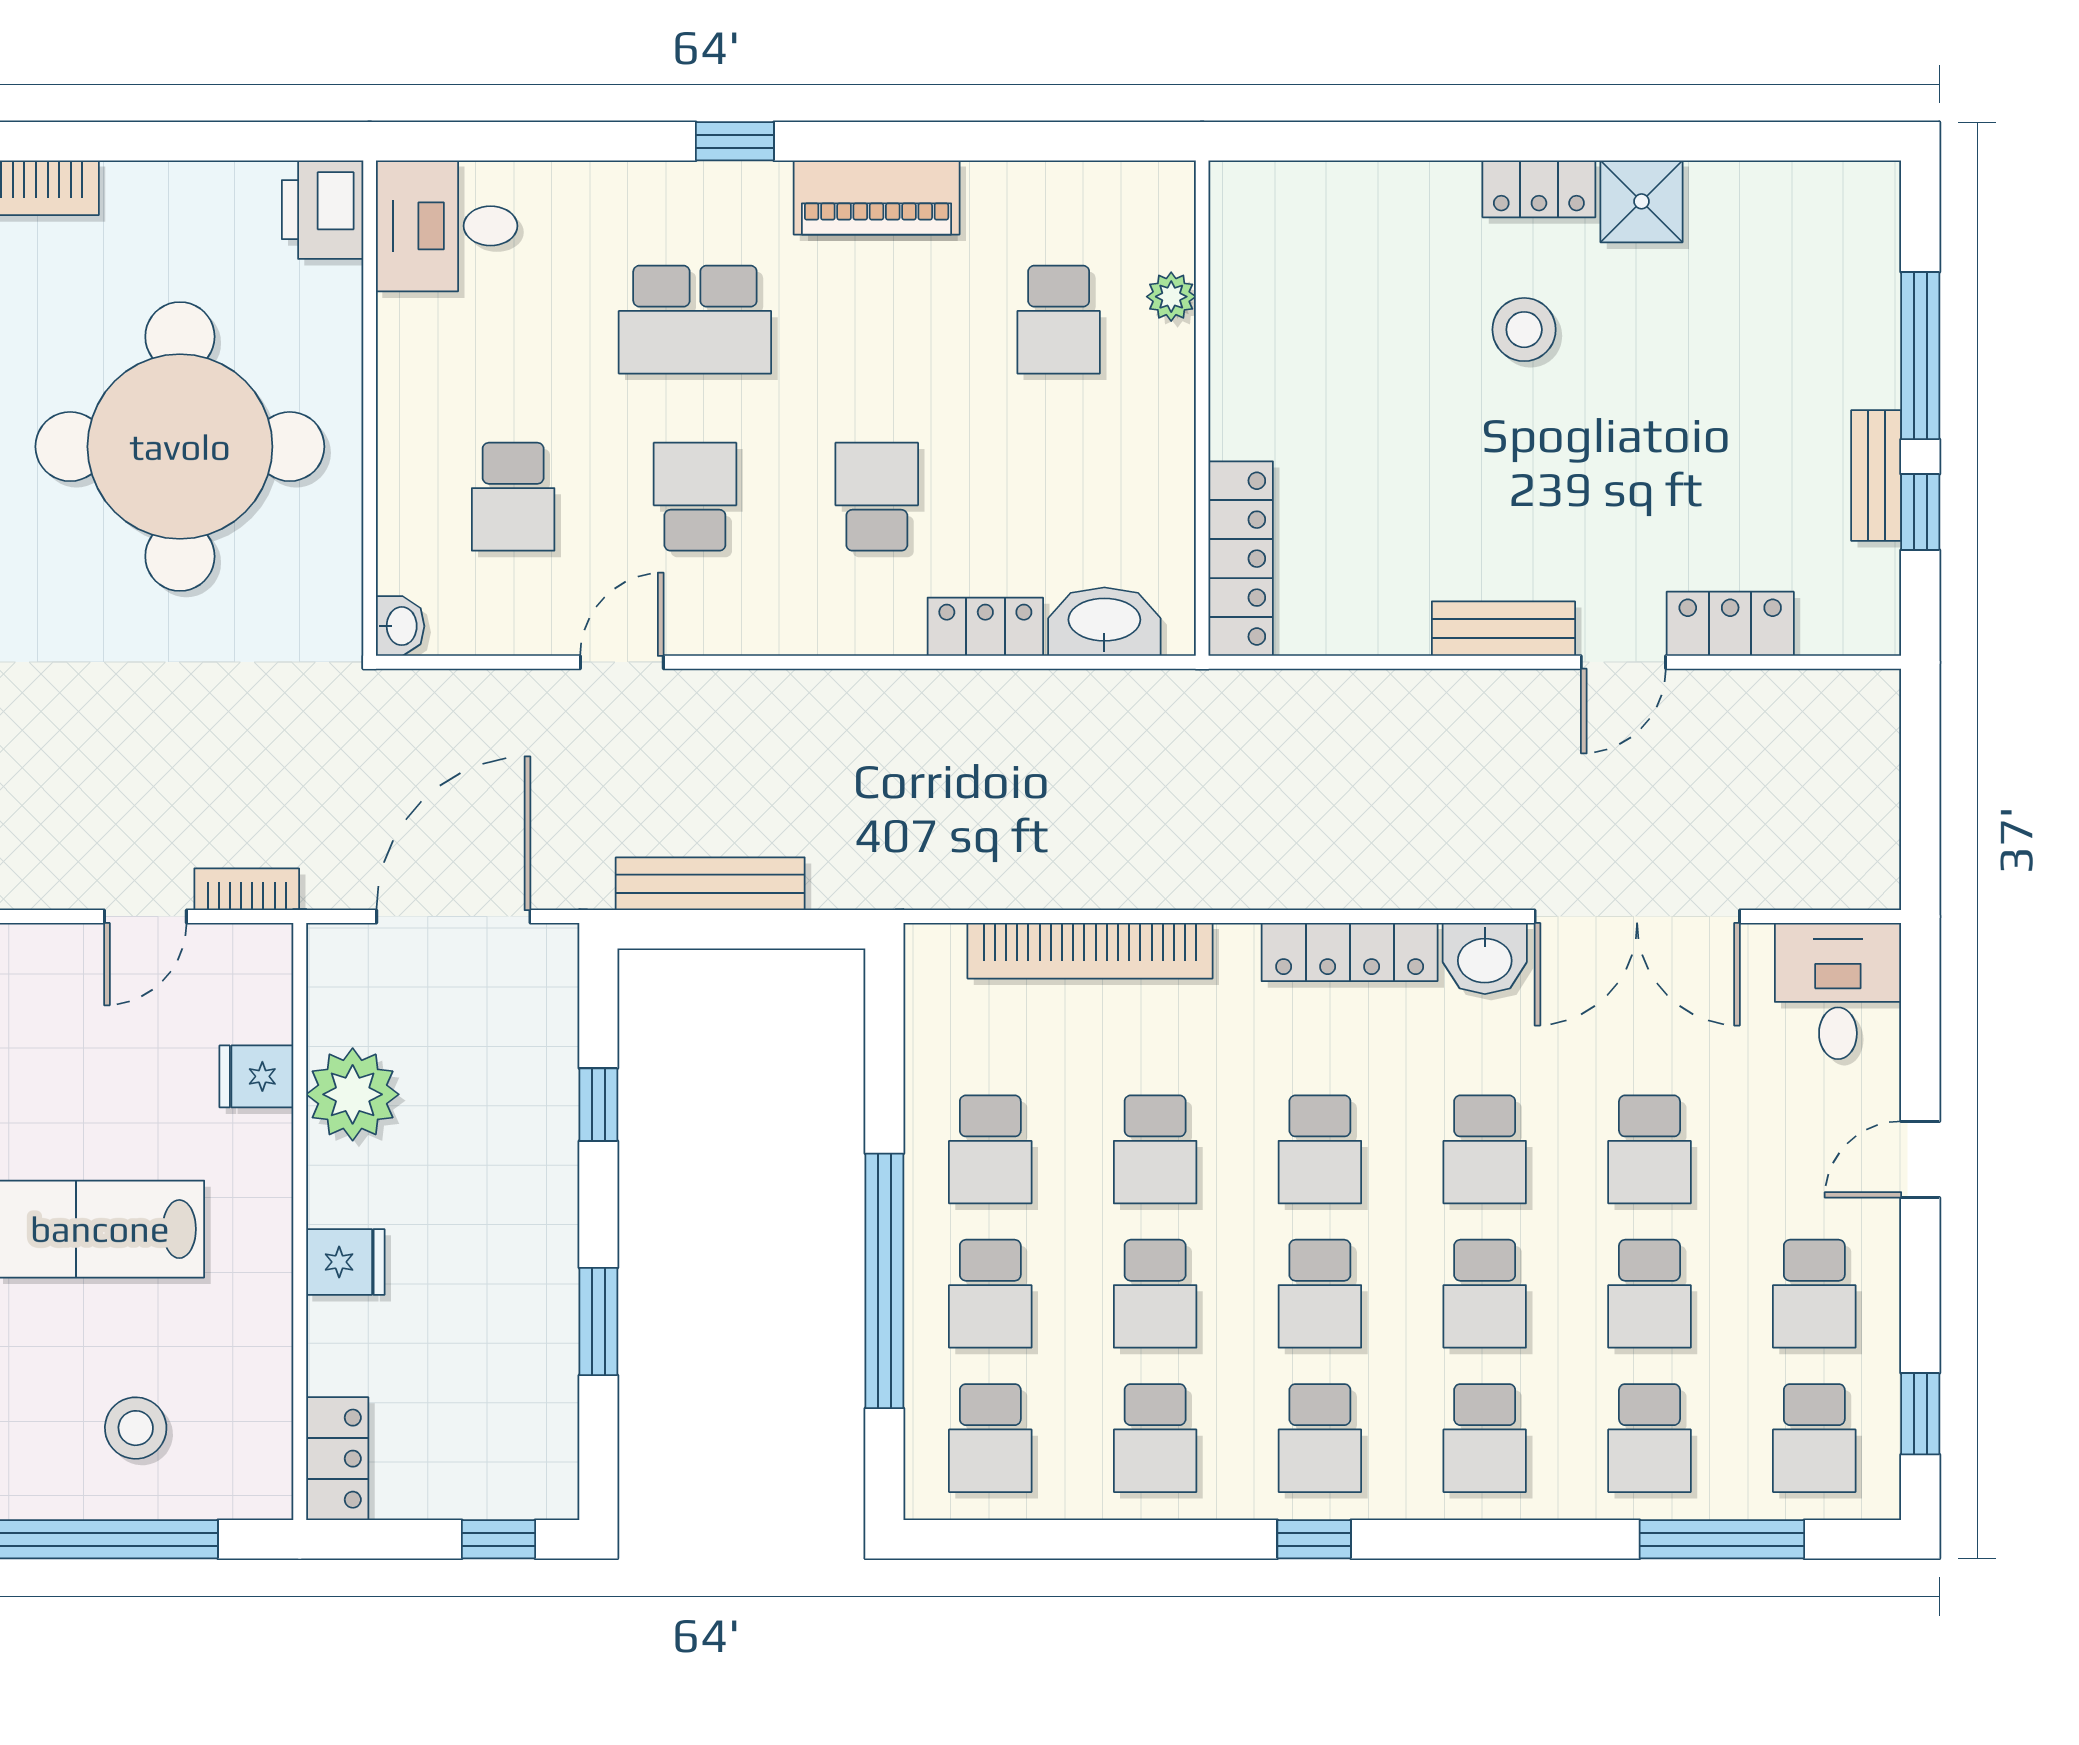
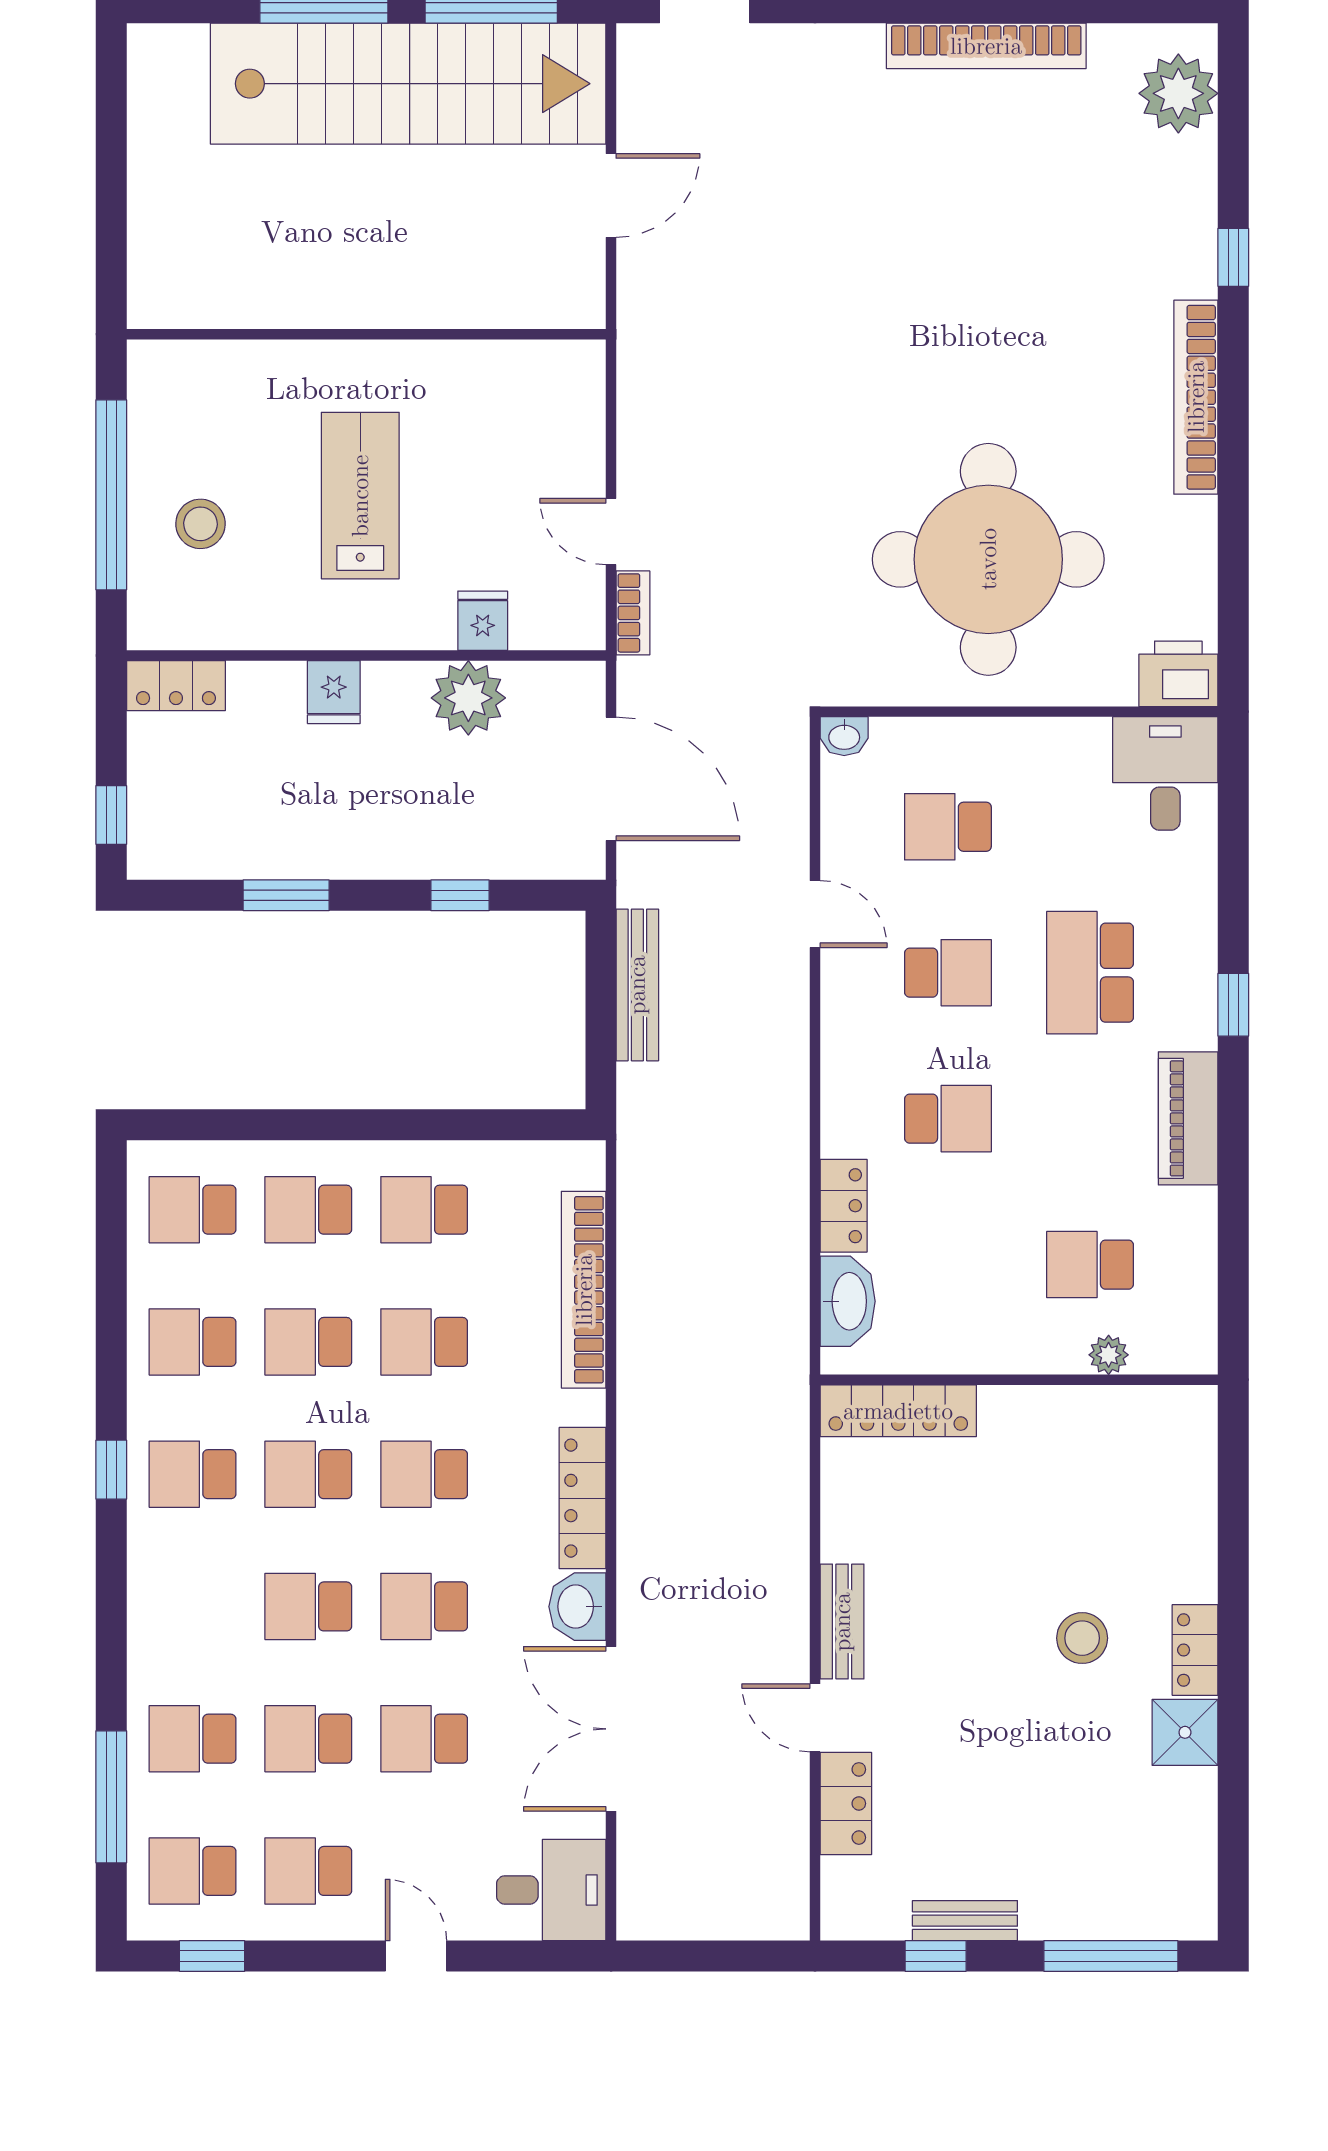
window: (1920, 356) -> (1111, 1956), moved
window: (884, 1281) -> (319, 1125), removed
school desk: (1485, 1438) -> (192, 1606), removed

